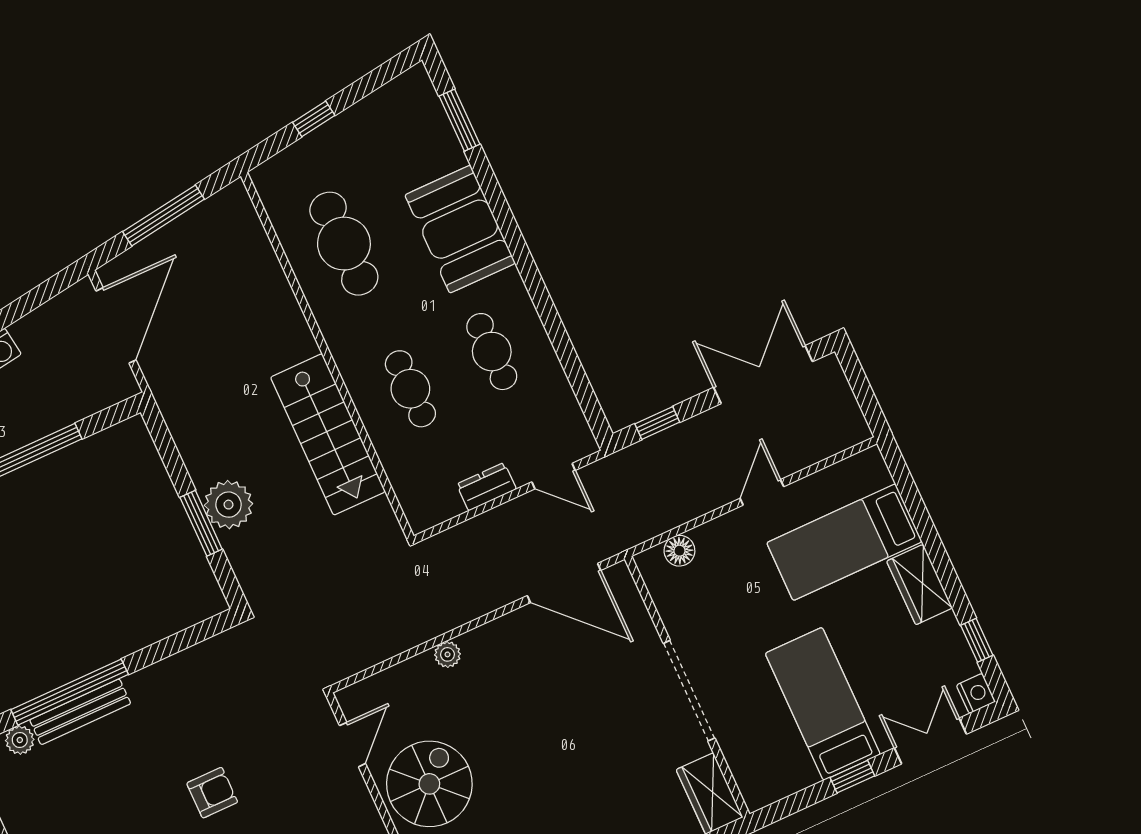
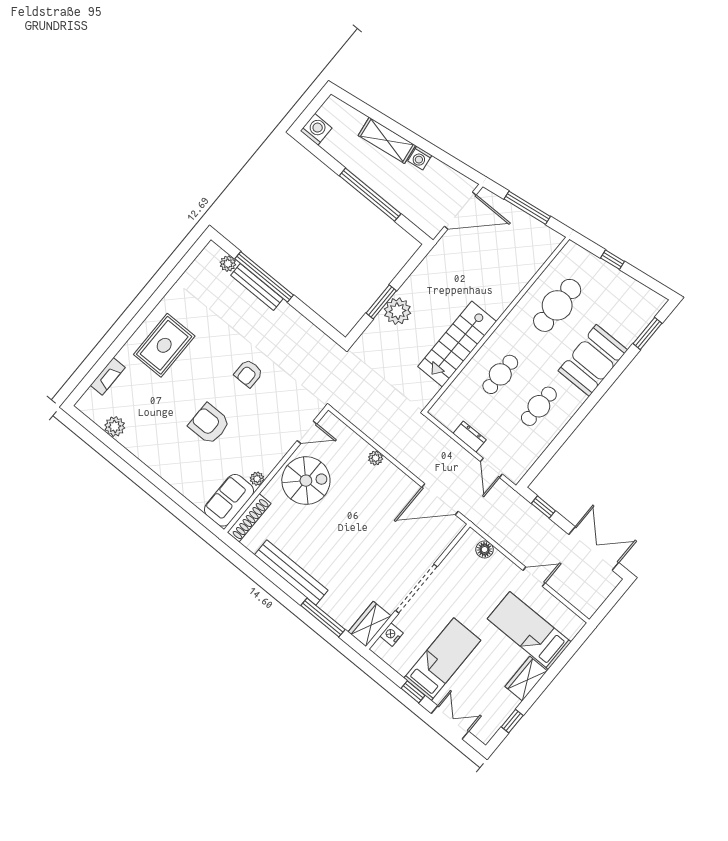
door: (564, 583) -> (440, 499), hinge flipped
nightstand: (976, 693) -> (391, 635), moved, turned 180
armchair: (212, 793) -> (248, 373), turned 90

